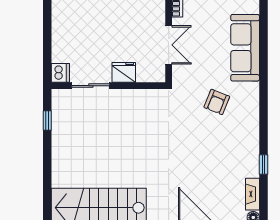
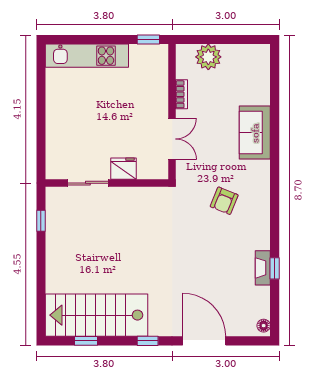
sofa: (245, 48) -> (255, 133), width x0.73
dishwasher: (60, 73) -> (55, 169), removed
fireplace: (252, 194) -> (263, 268), moved

